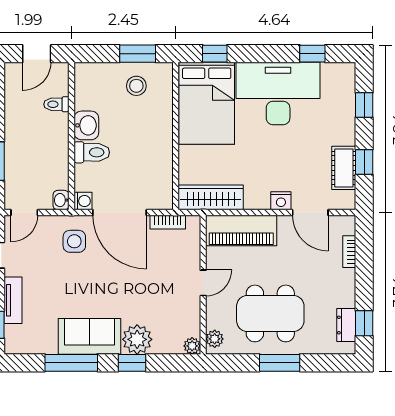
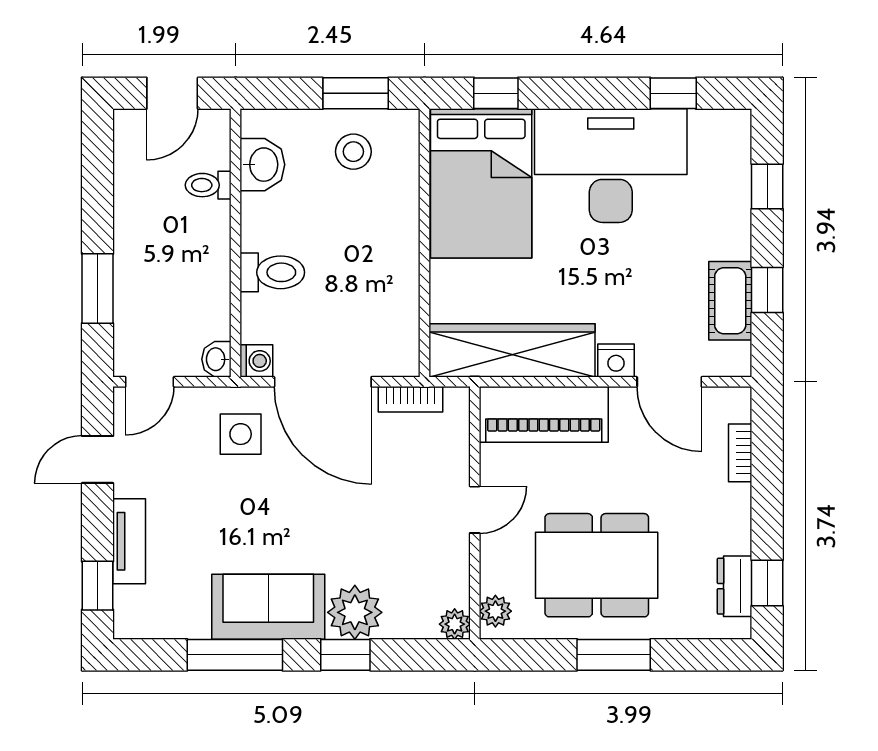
washbasin: (86, 125) -> (262, 165), moved
wardrobe: (211, 197) -> (512, 350), width x1.40, depth x1.17

